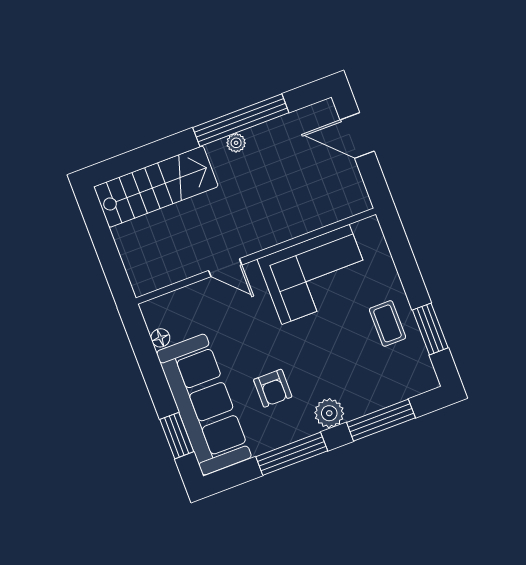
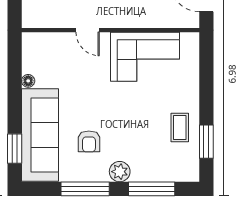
wall: (256, 256) -> (110, 30), moved
door: (225, 268) -> (88, 30), moved
corner sofa: (315, 274) -> (145, 57), moved

